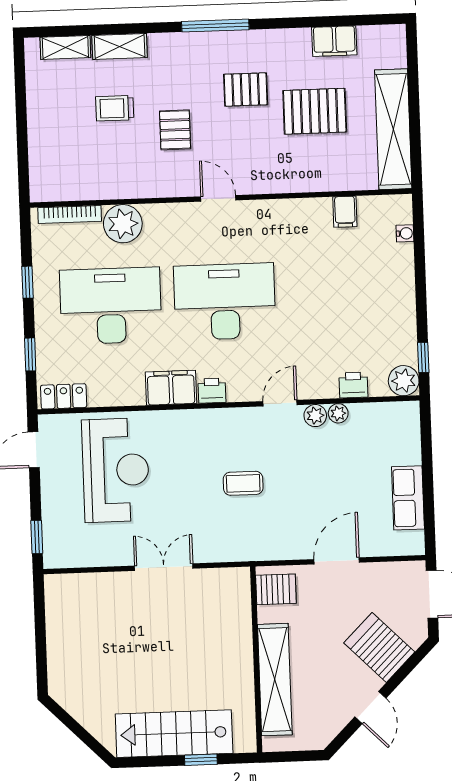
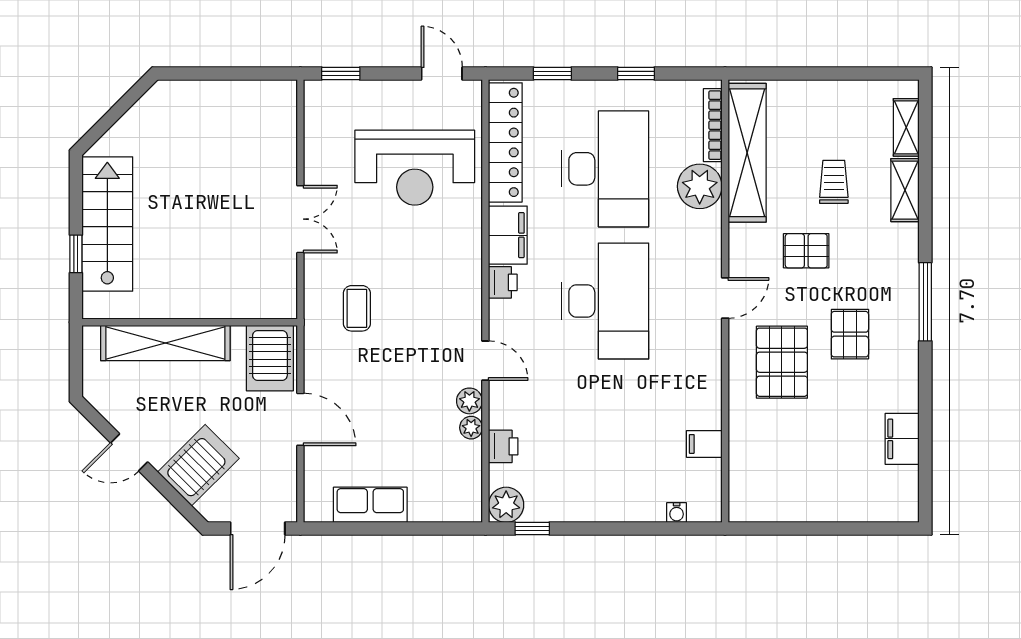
pallet: (315, 111) -> (782, 362), moved
shelving: (393, 129) -> (747, 153), moved, turned 90
locker: (64, 396) -> (505, 142), width x2.16, depth x1.21
coffee table: (243, 483) -> (357, 308), moved
server rack: (276, 589) -> (270, 358), width x1.36, depth x1.44

